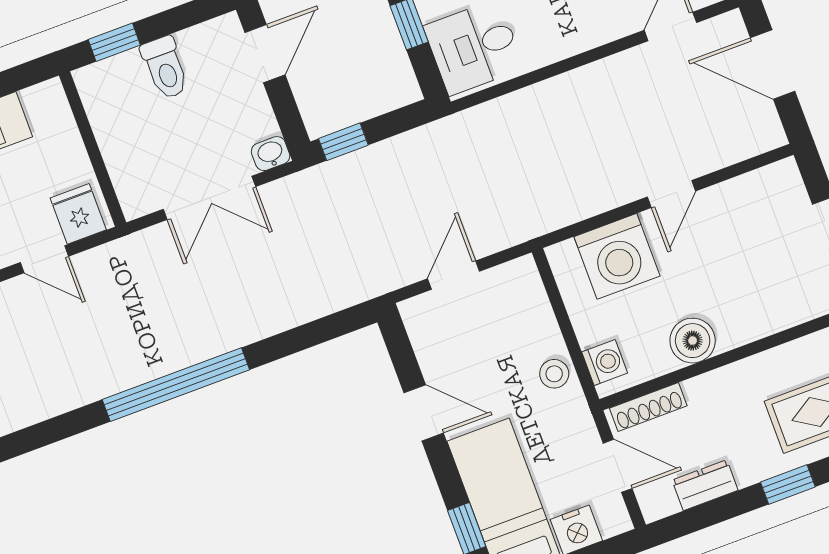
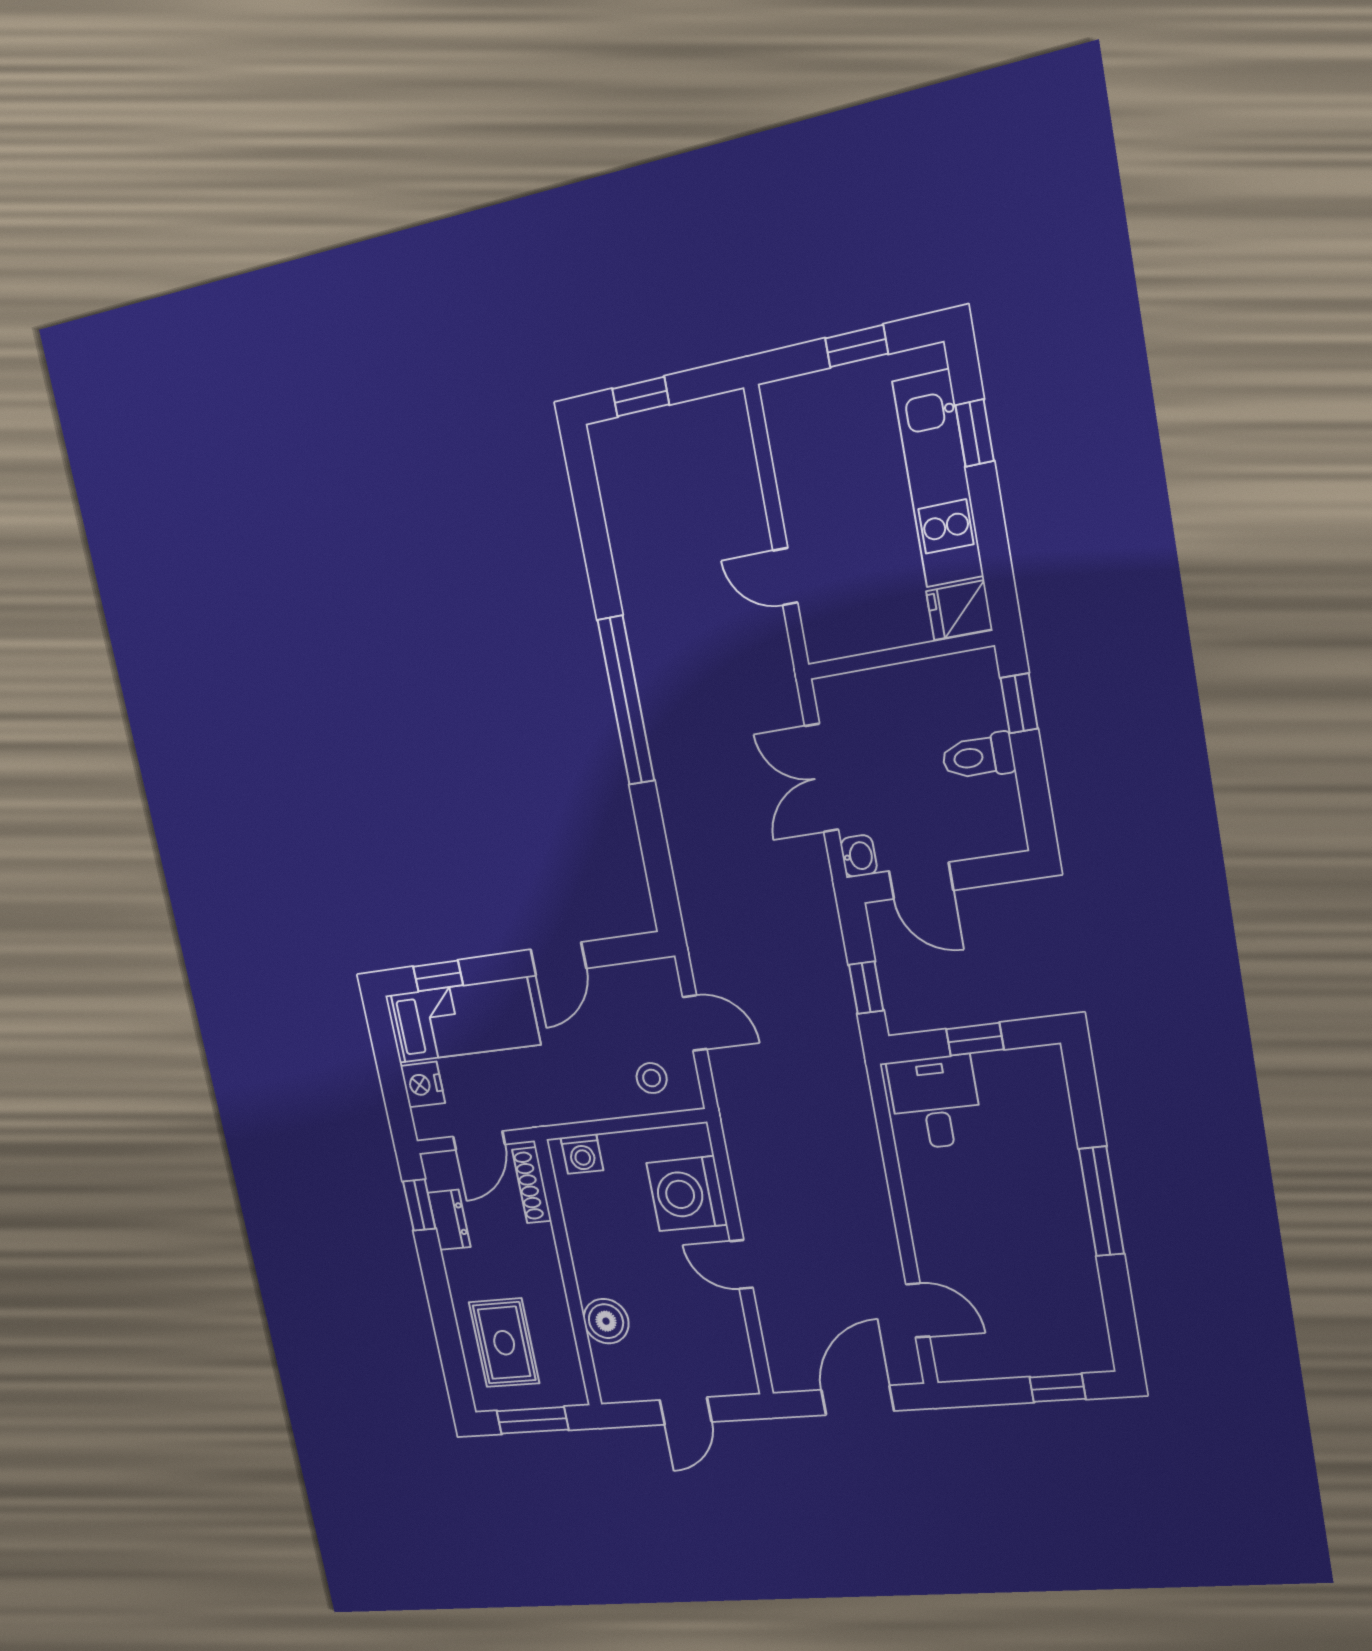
door: (265, 54) -> (921, 881), moved
window: (343, 142) -> (866, 988), moved
fridge: (78, 214) -> (959, 610), moved, turned 180
door: (44, 259) -> (785, 577), hinge flipped
boiler: (693, 341) -> (606, 1321), moved
stool: (554, 374) -> (652, 1078), moved
window: (788, 484) -> (419, 1205), moved

